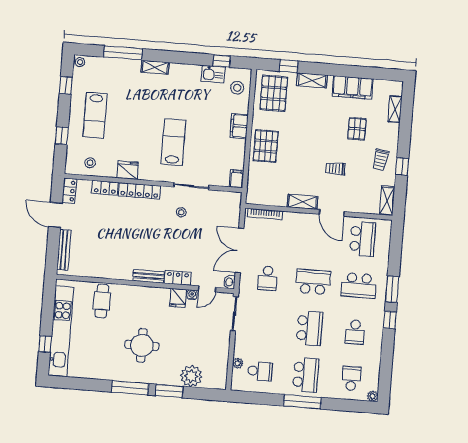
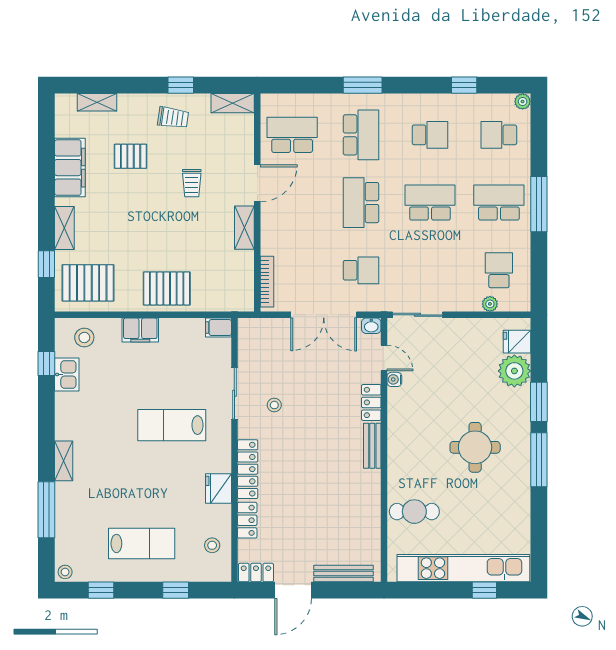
fridge: (178, 298) -> (517, 342), moved, turned 180
window: (390, 320) -> (464, 85), moved

